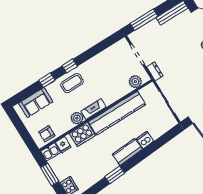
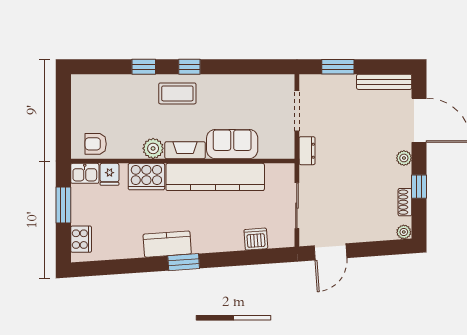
window: (144, 20) -> (338, 67), width x0.69
plant: (135, 82) -> (270, 148), removed
sofa: (36, 102) -> (232, 144), moved, turned 180
dishwasher: (145, 140) -> (256, 239), moved
kitchen counter: (127, 152) -> (167, 244), moved
window: (115, 175) -> (184, 262), moved

